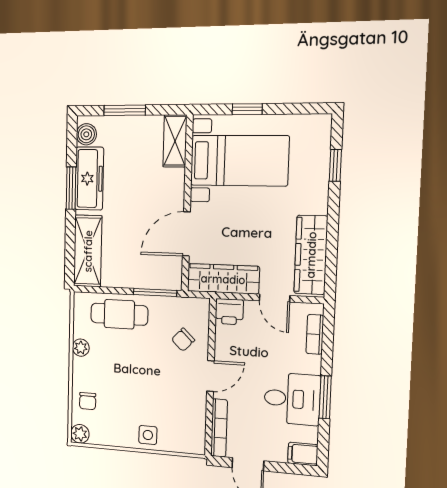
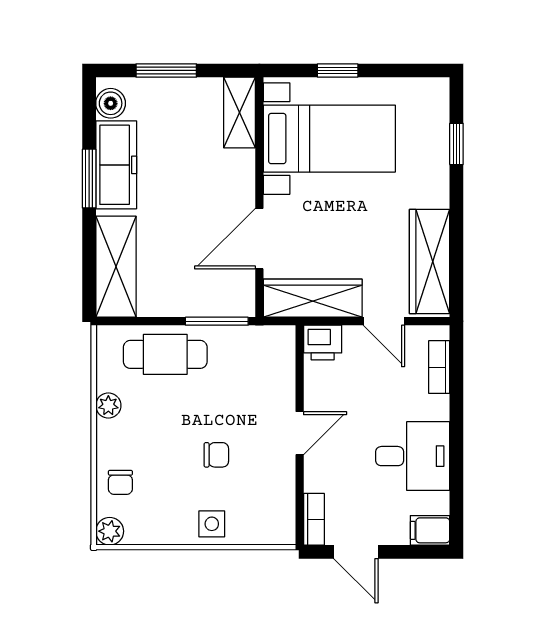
chair: (183, 340) -> (216, 455), moved, turned -134
window: (325, 397) -> (456, 451), removed
bookcase: (219, 428) -> (314, 519), width x0.64

